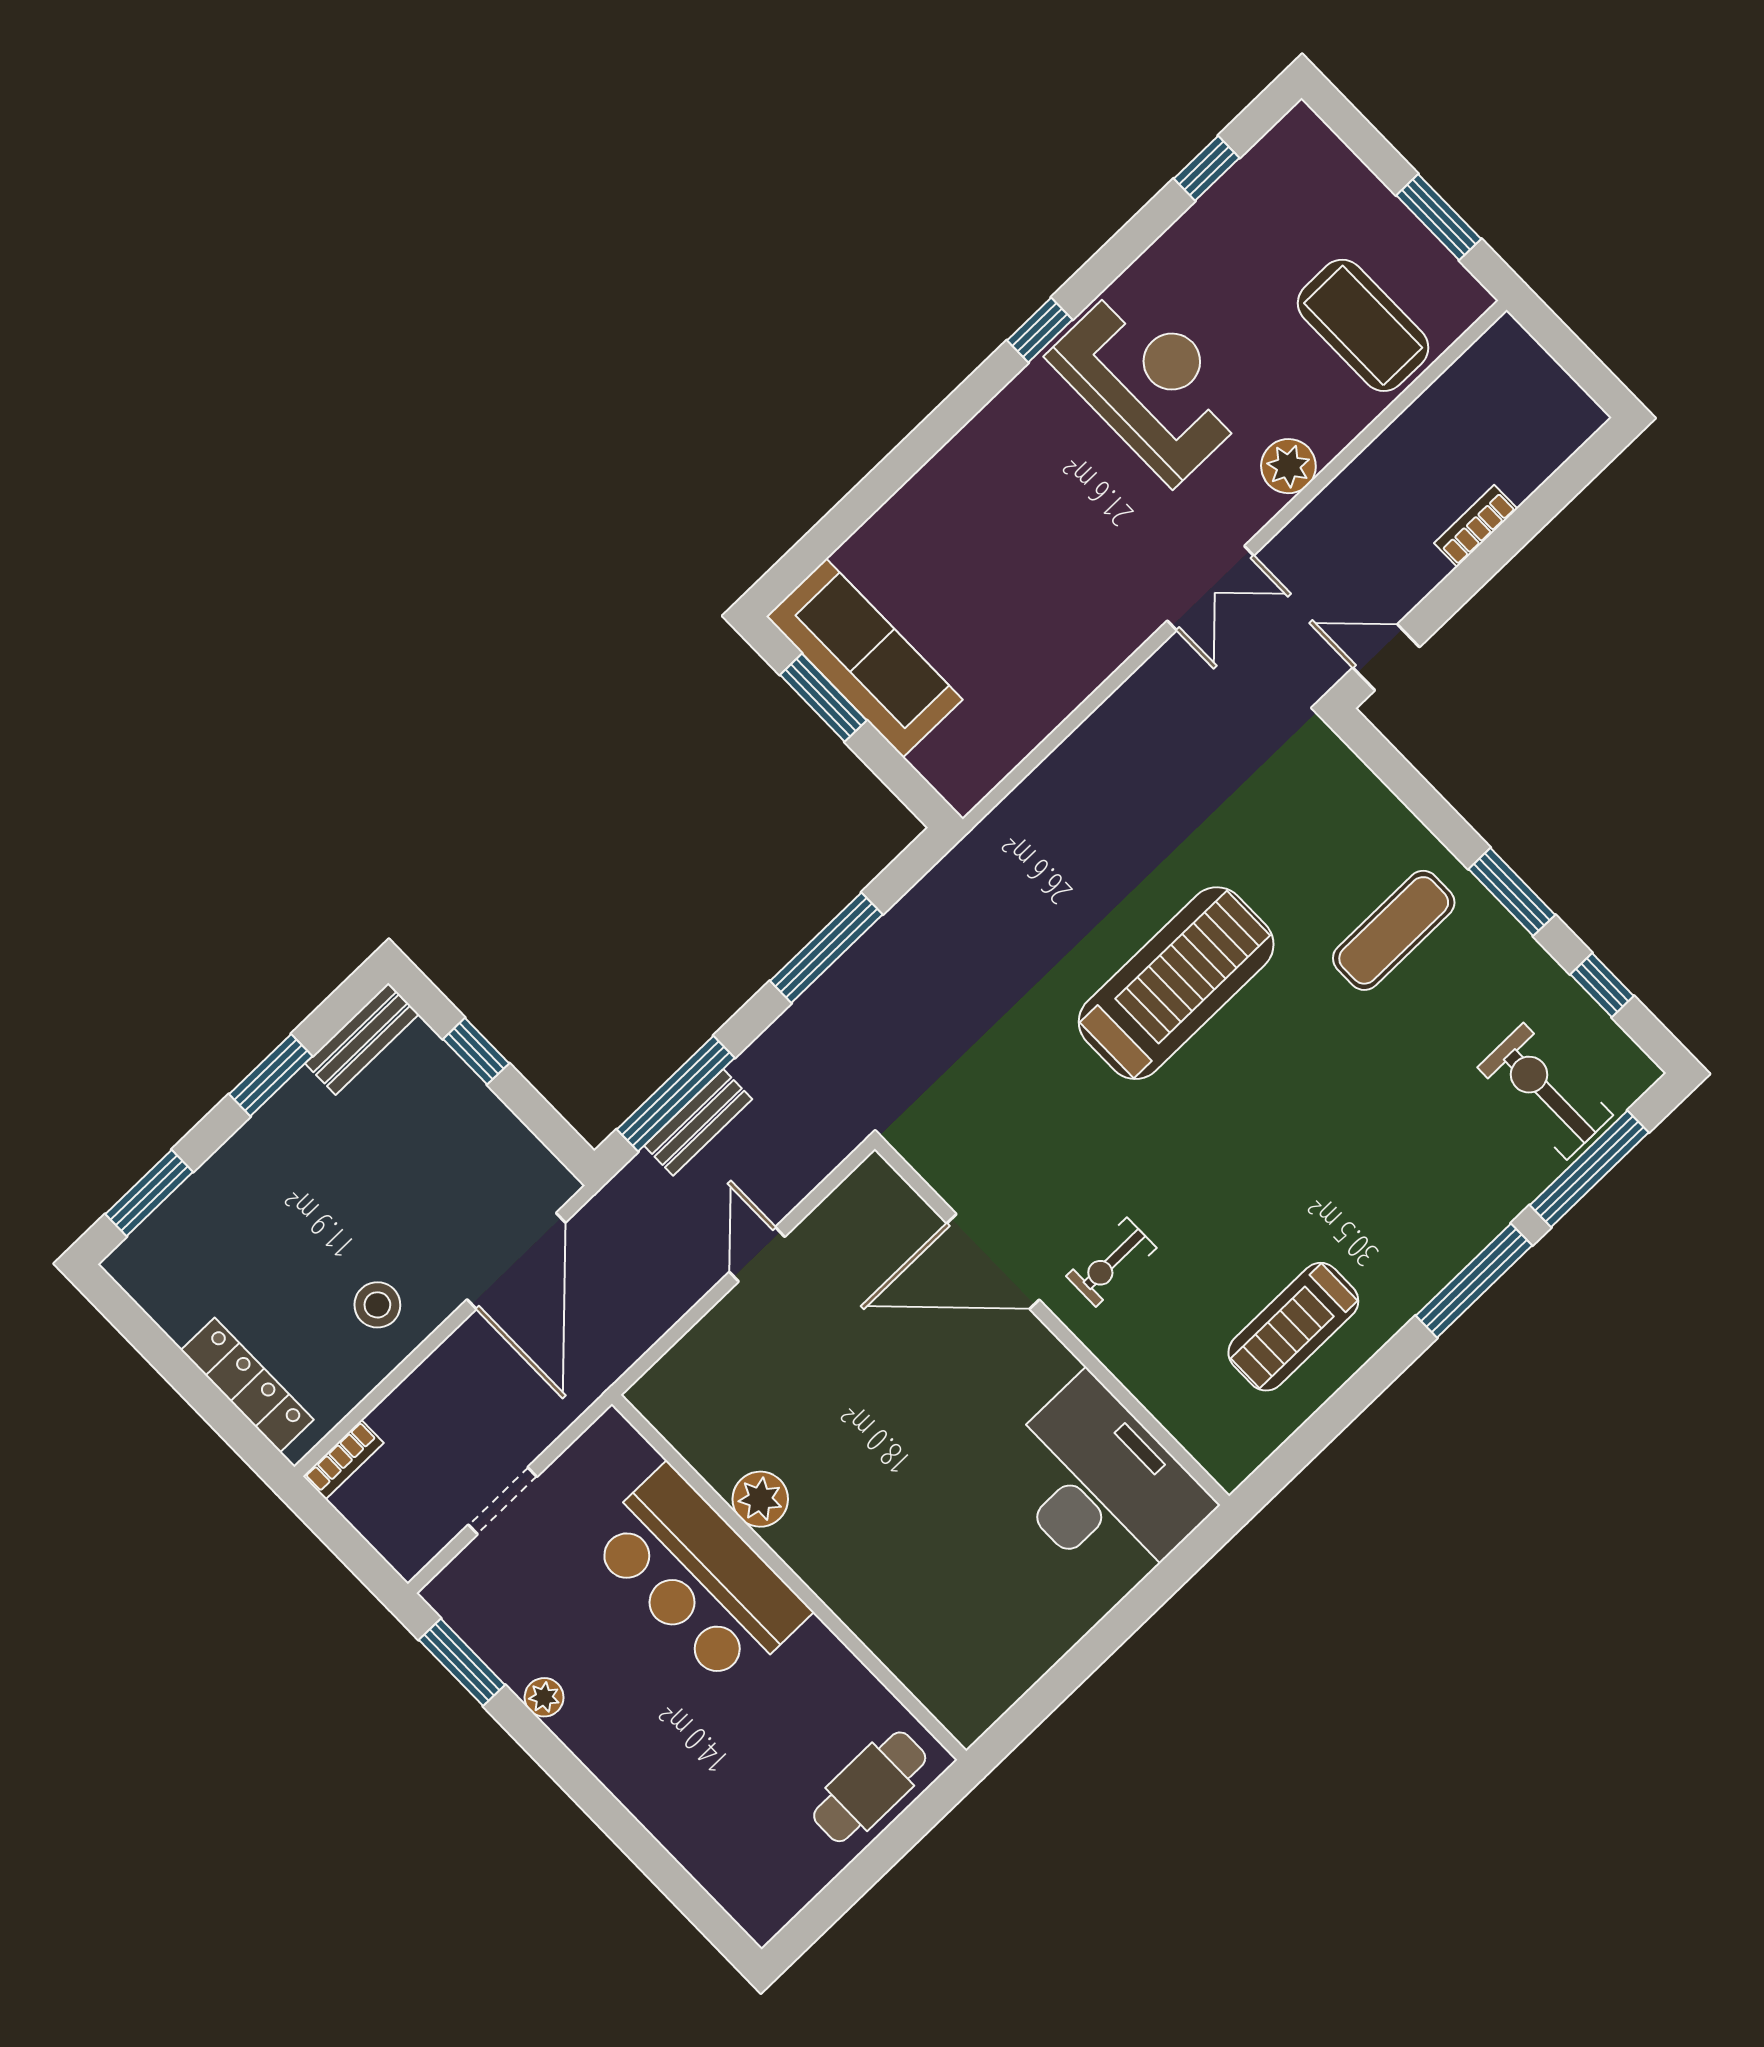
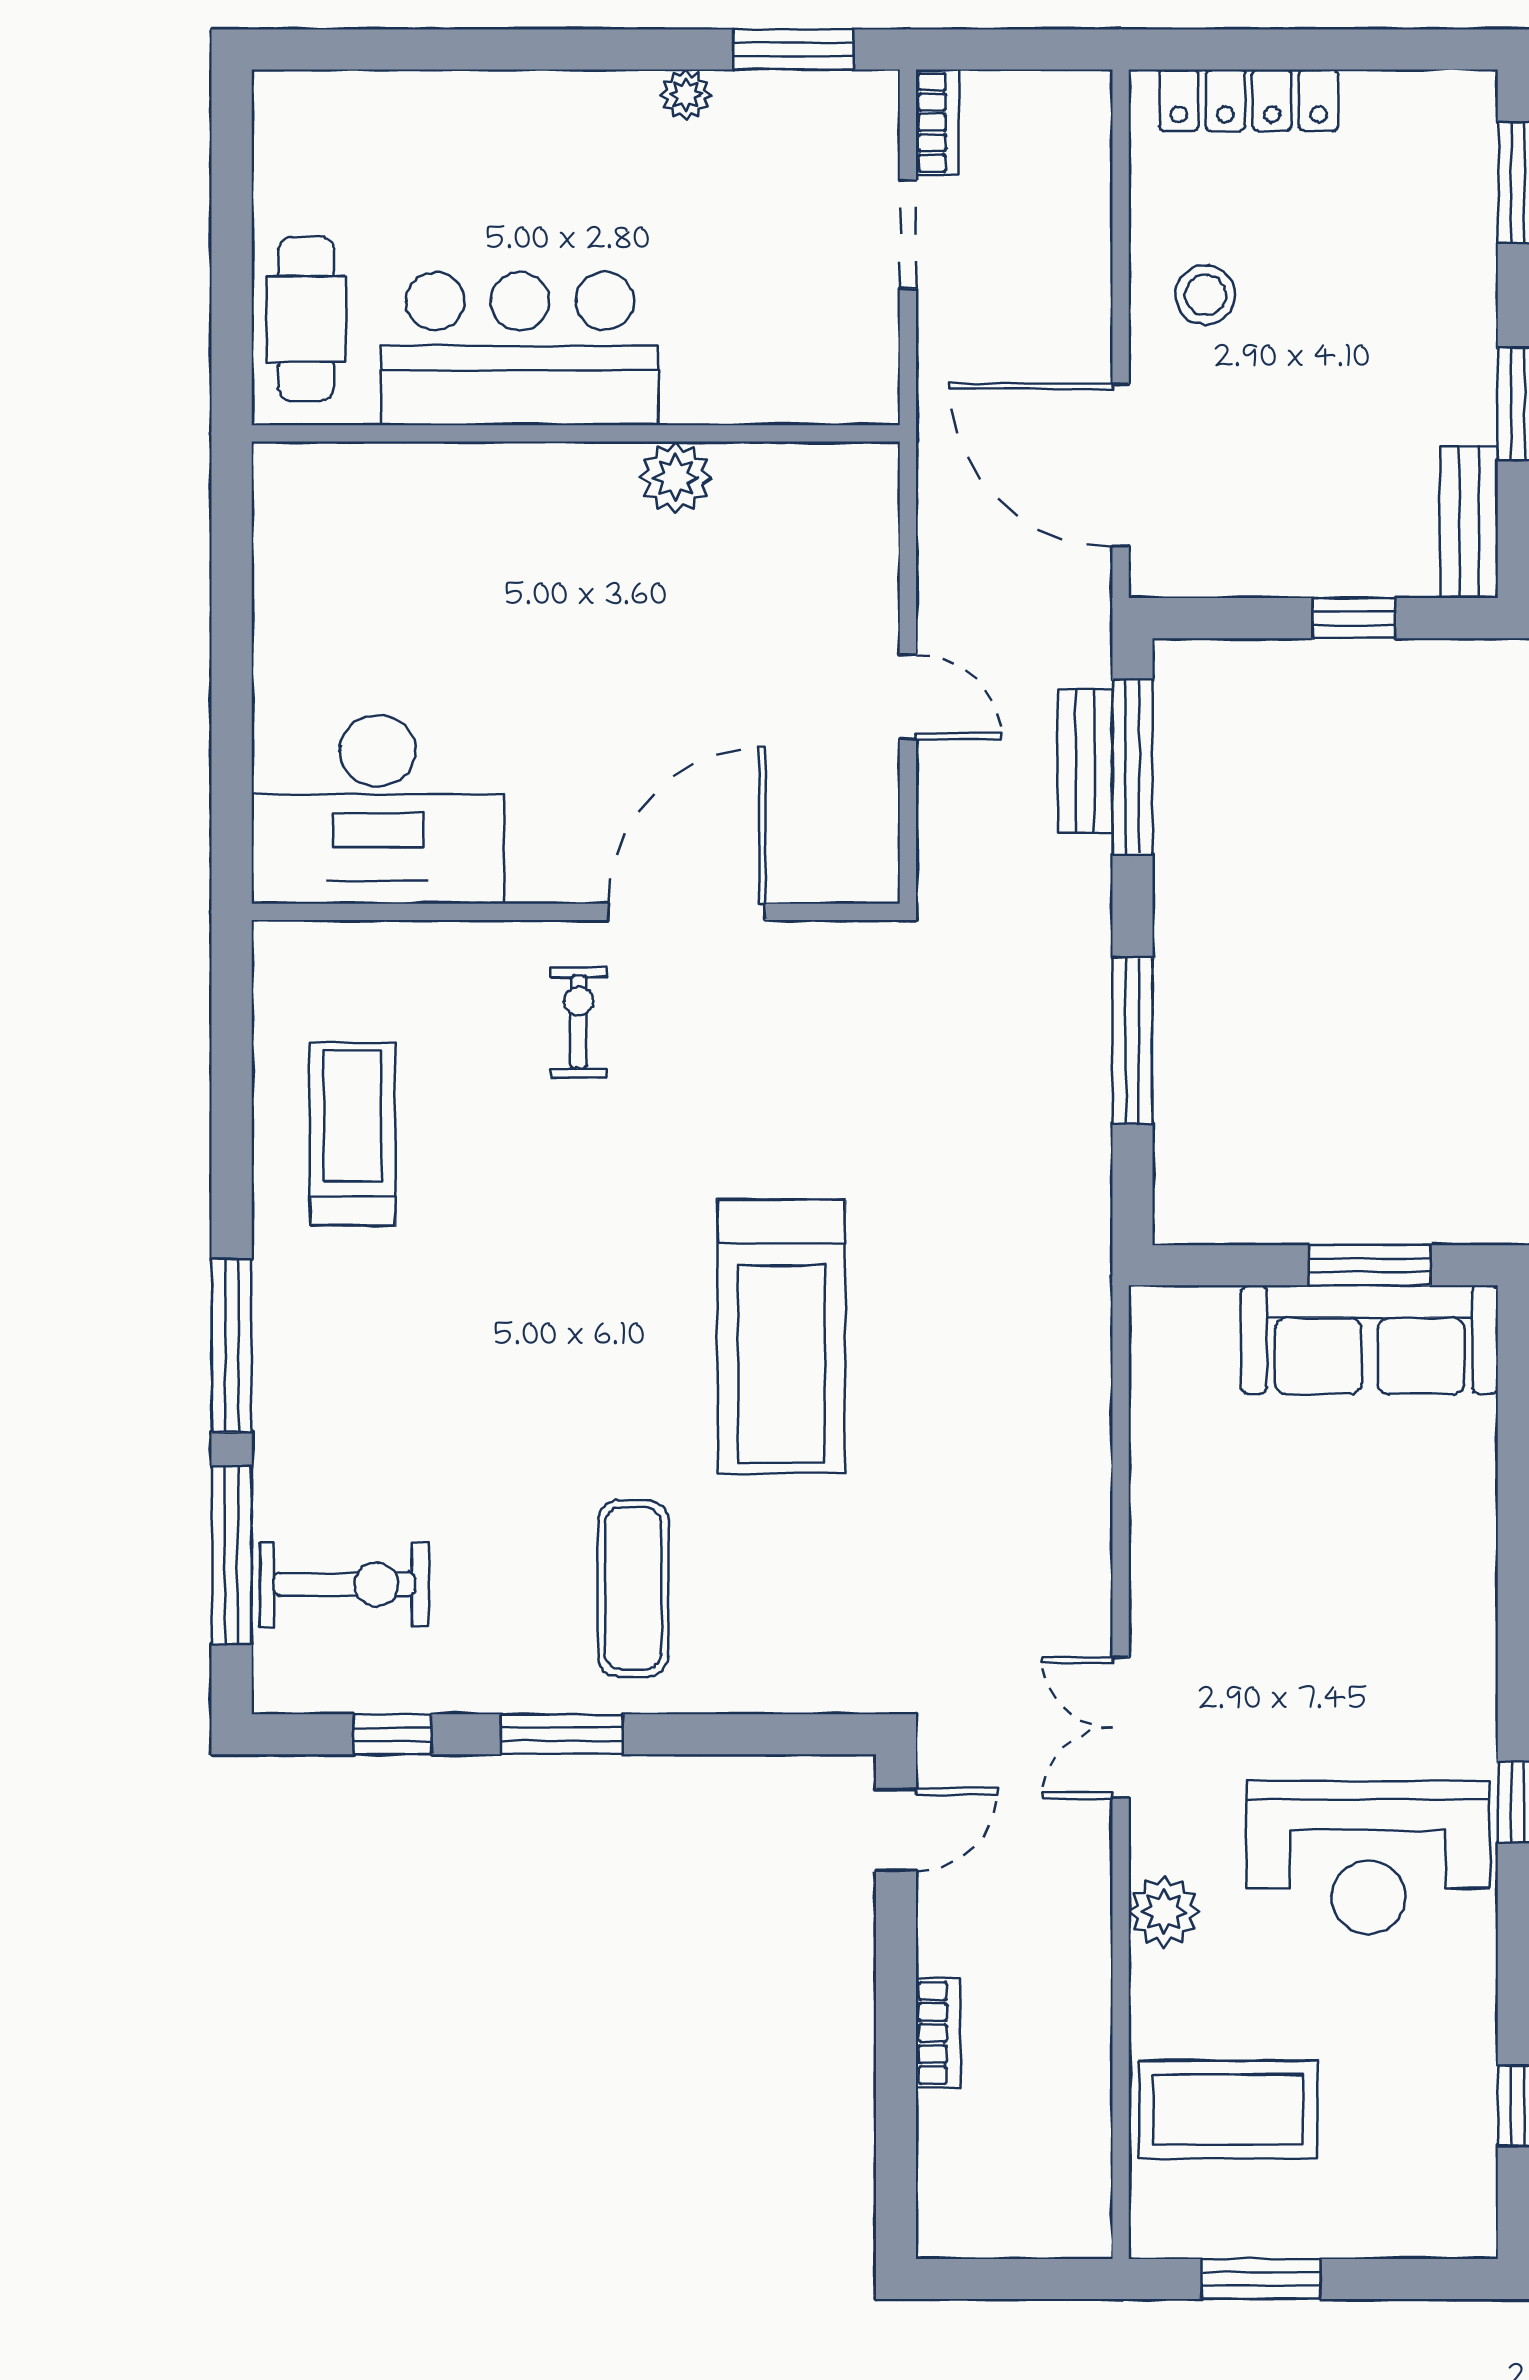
bookcase: (343, 1460) -> (937, 122), moved, turned 180
bar counter: (698, 1577) -> (520, 349), moved

